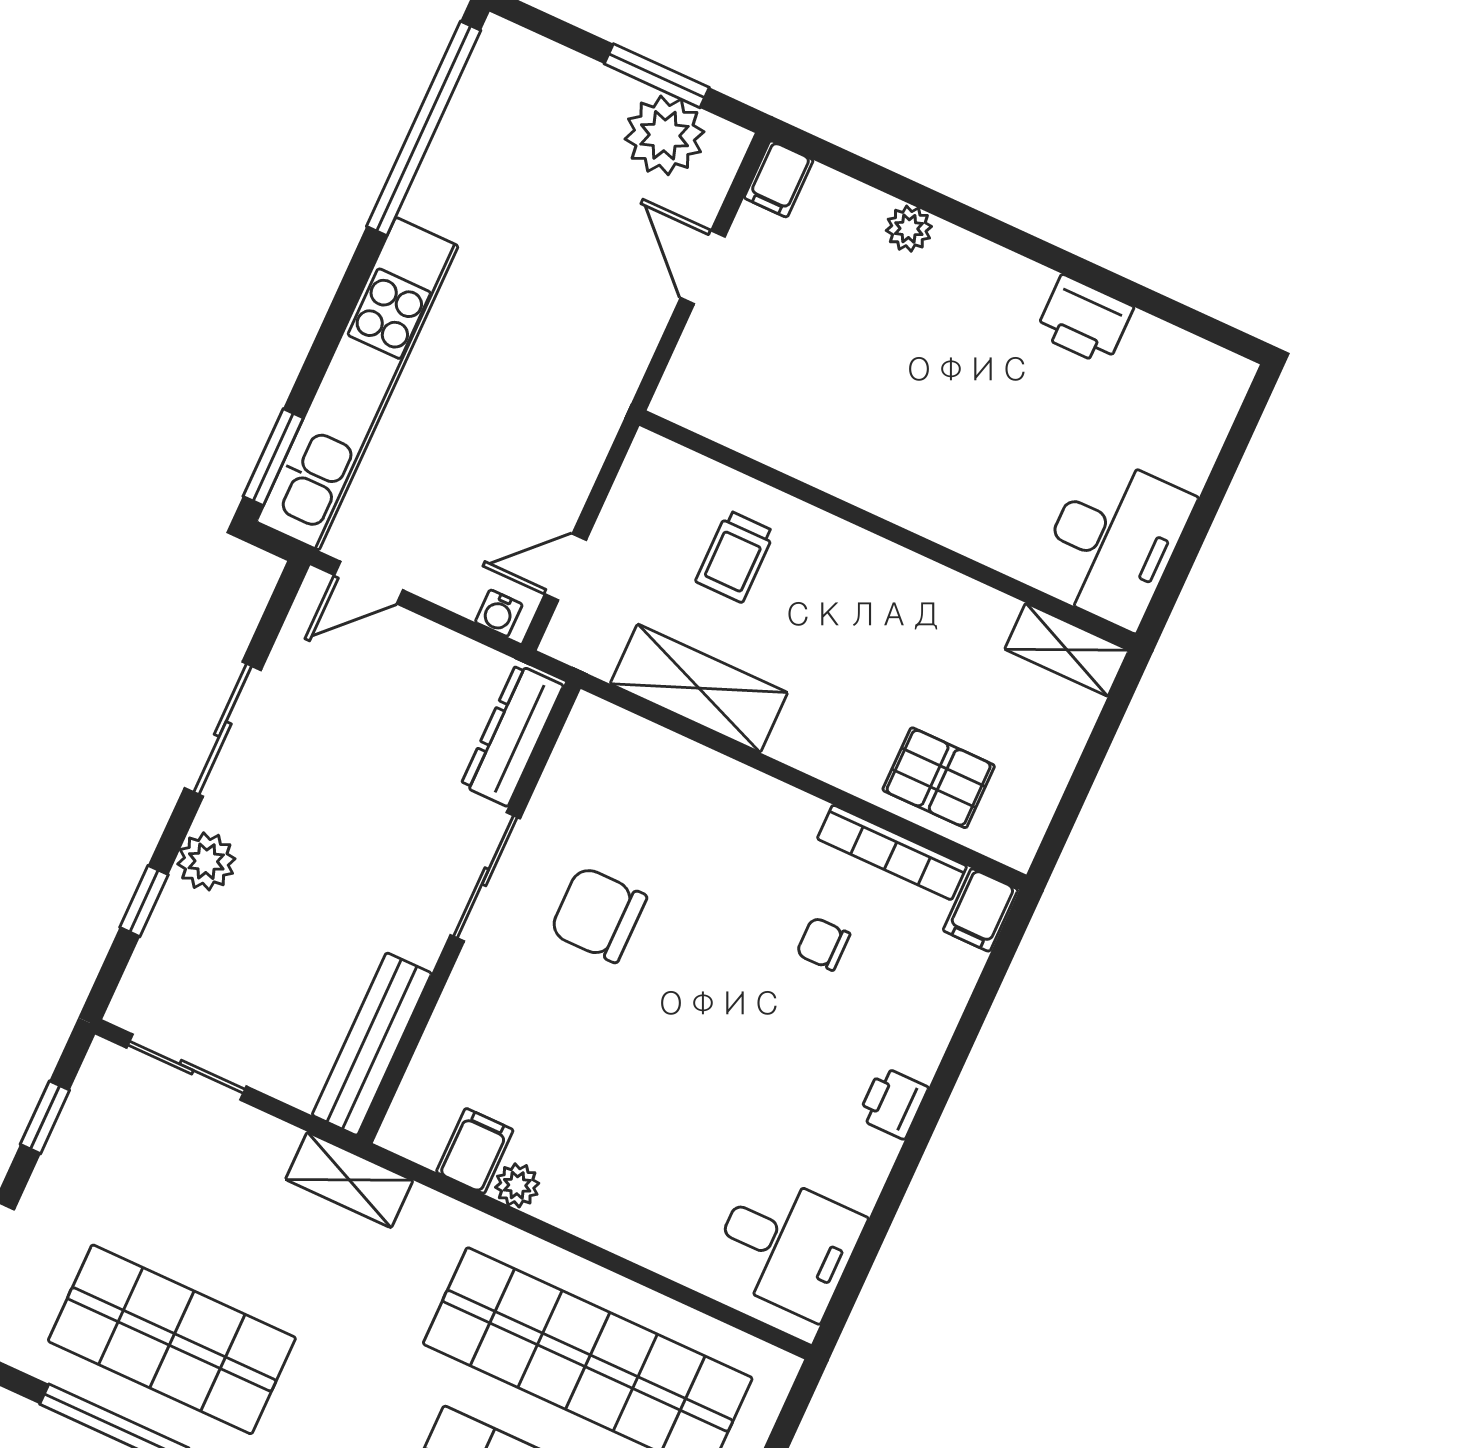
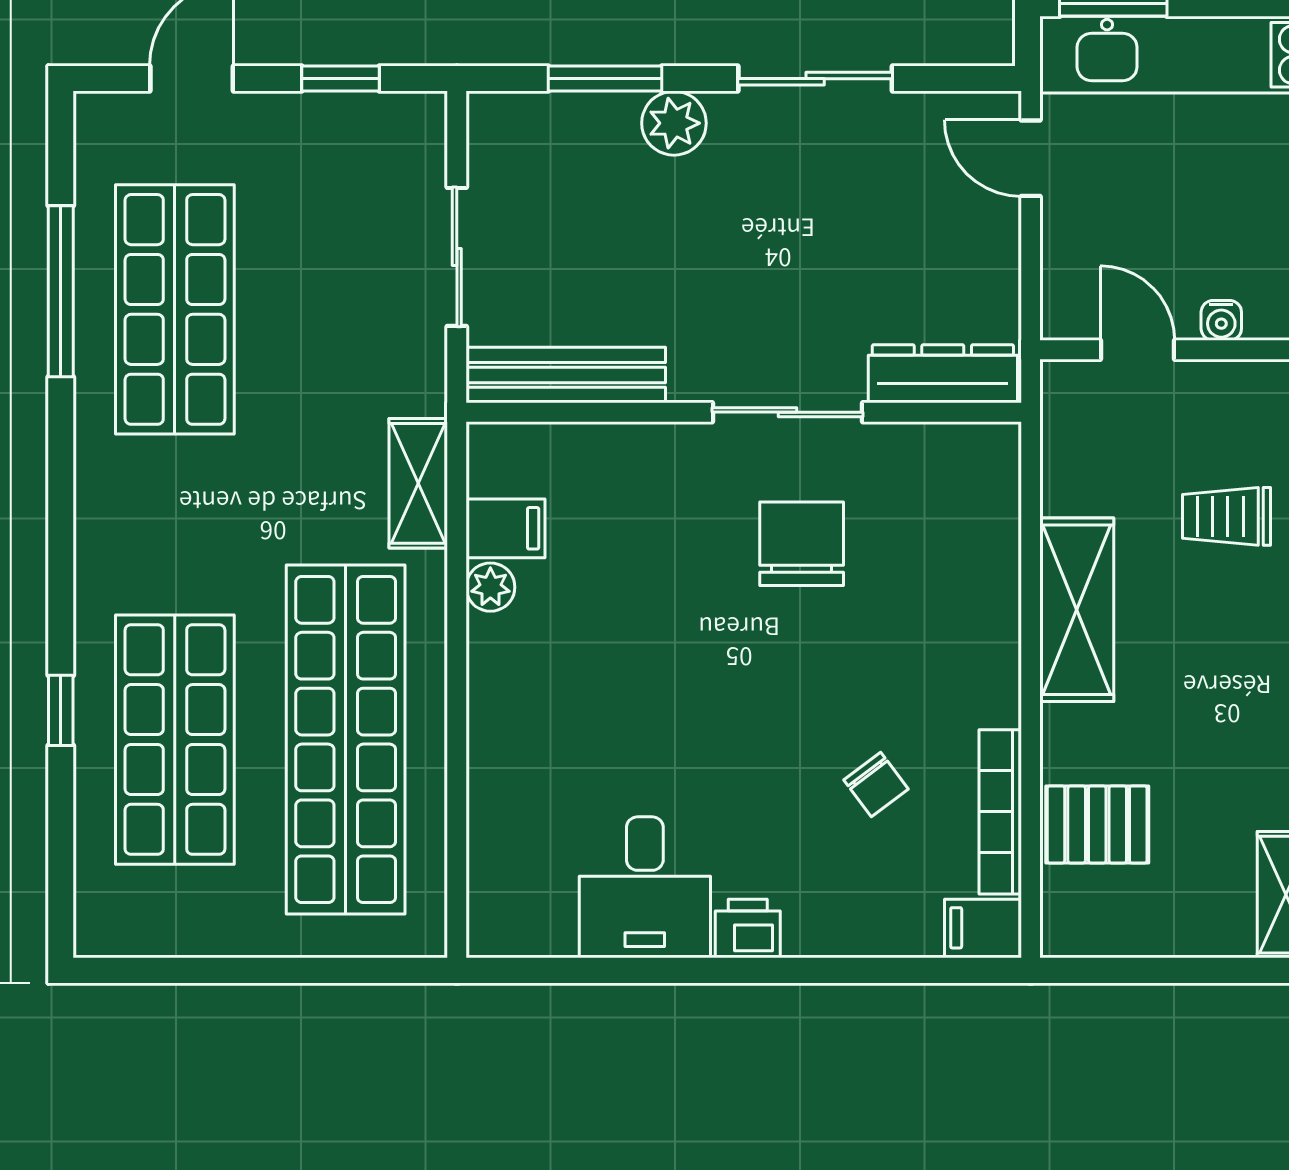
water cooler: (499, 613) -> (1221, 320), moved, turned -90
shelving: (699, 688) -> (1077, 610), moved
pallet: (939, 778) -> (1097, 824), turned 90
window: (144, 901) -> (605, 79), width x1.50
chair: (823, 944) -> (876, 785), turned 143
sliding door: (187, 1067) -> (457, 257), moved
shelving: (349, 1180) -> (418, 483), moved
desk: (787, 1245) -> (645, 887), moved

